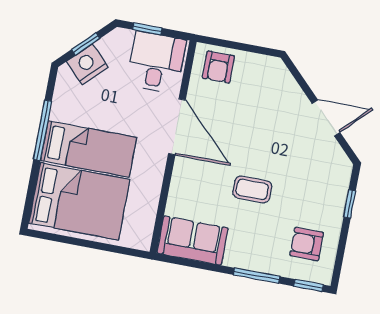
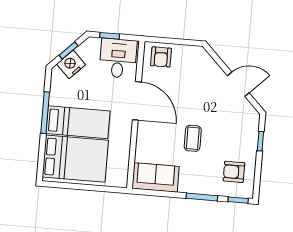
coffee table: (252, 189) -> (193, 138), turned 90

